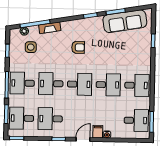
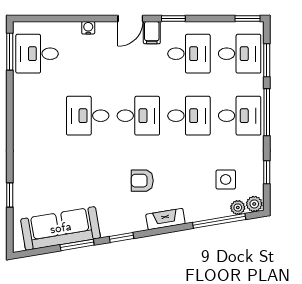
fireplace: (50, 28) -> (165, 219), moved
plant: (15, 33) -> (254, 204), added
desk: (80, 84) -> (138, 116), turned 180
desk: (137, 85) -> (37, 116), removed
filing cabinet: (98, 132) -> (152, 33), moved

